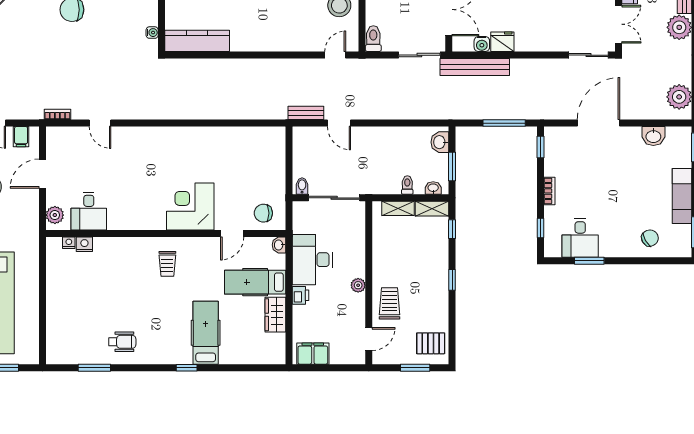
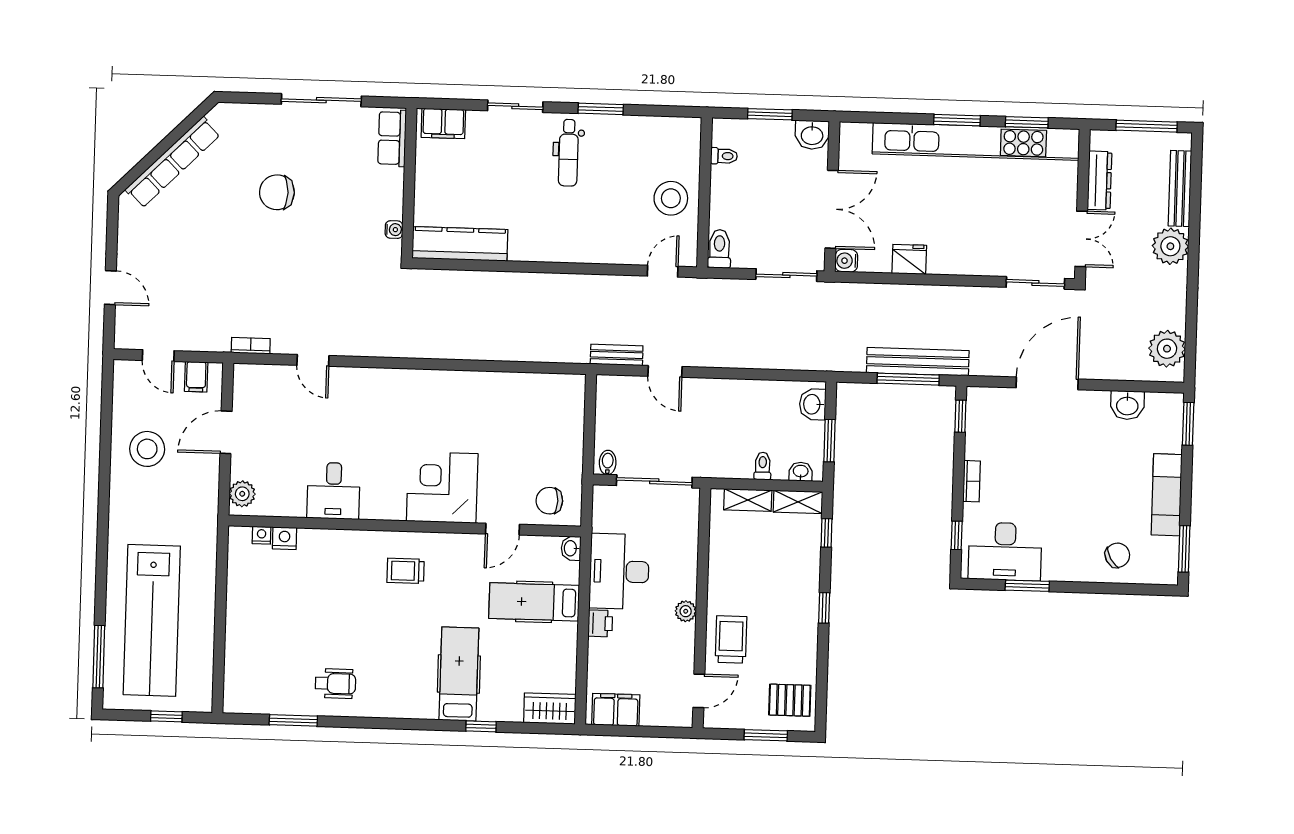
water cooler: (482, 44) -> (846, 261), moved, turned 90
bench: (475, 67) -> (918, 362), moved
desk: (89, 211) -> (333, 491), moved
desk: (580, 238) -> (1005, 551), width x1.37
trolley: (167, 264) -> (406, 571), turned 90
wardrobe: (275, 315) -> (550, 709), moved, turned 90
window: (187, 368) -> (481, 726), moved

